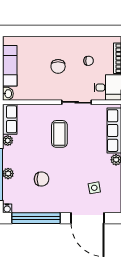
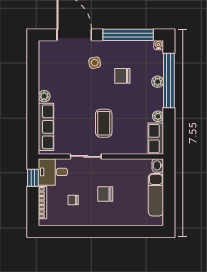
chair: (58, 66) -> (105, 194), turned -90
side table: (94, 188) -> (95, 63), moved

